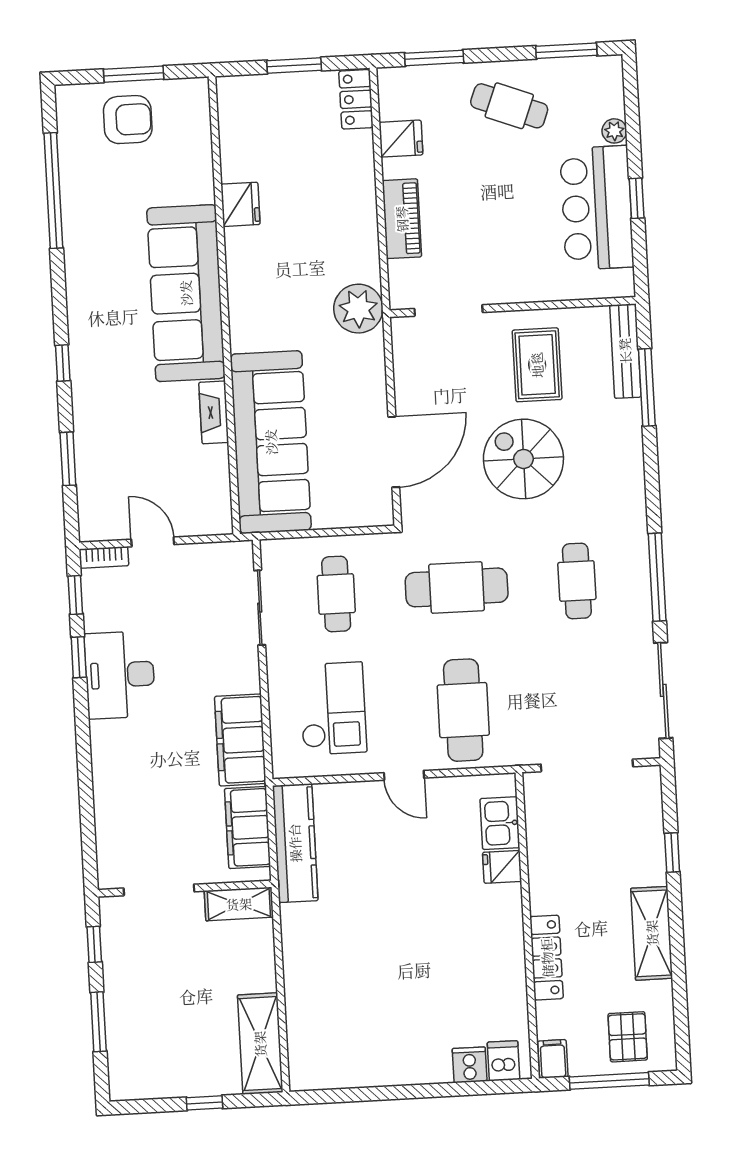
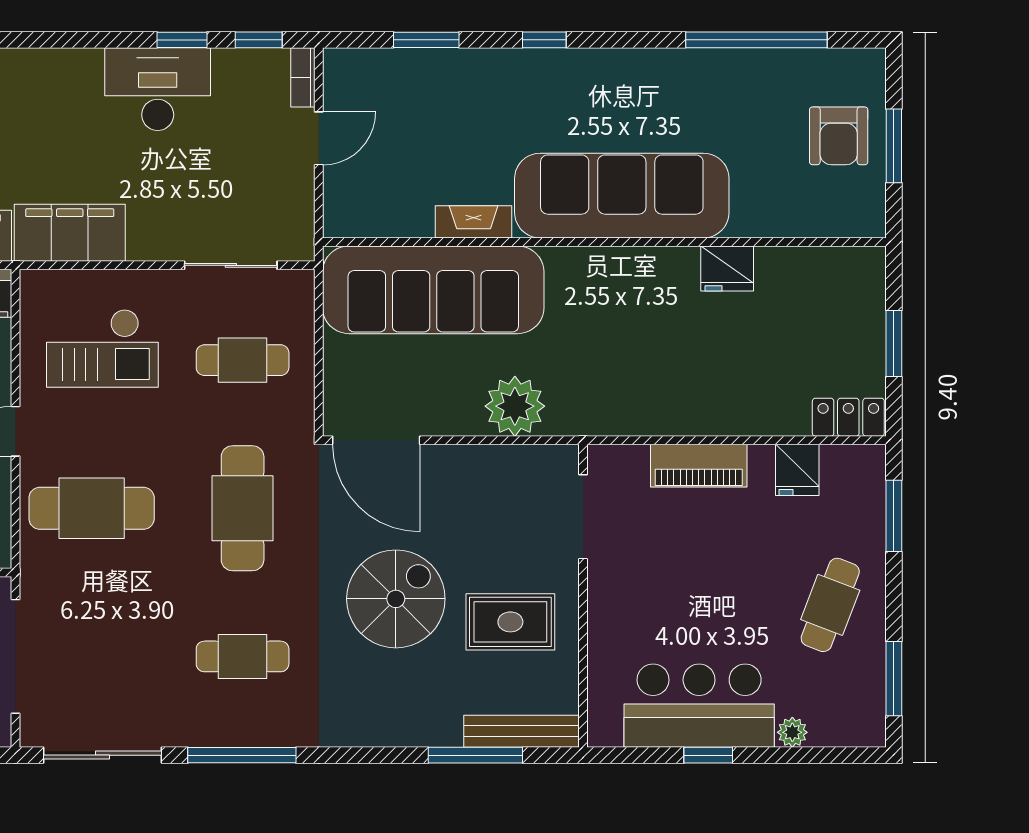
plant: (358, 309) -> (515, 406), moved
door: (394, 452) -> (376, 440), moved

